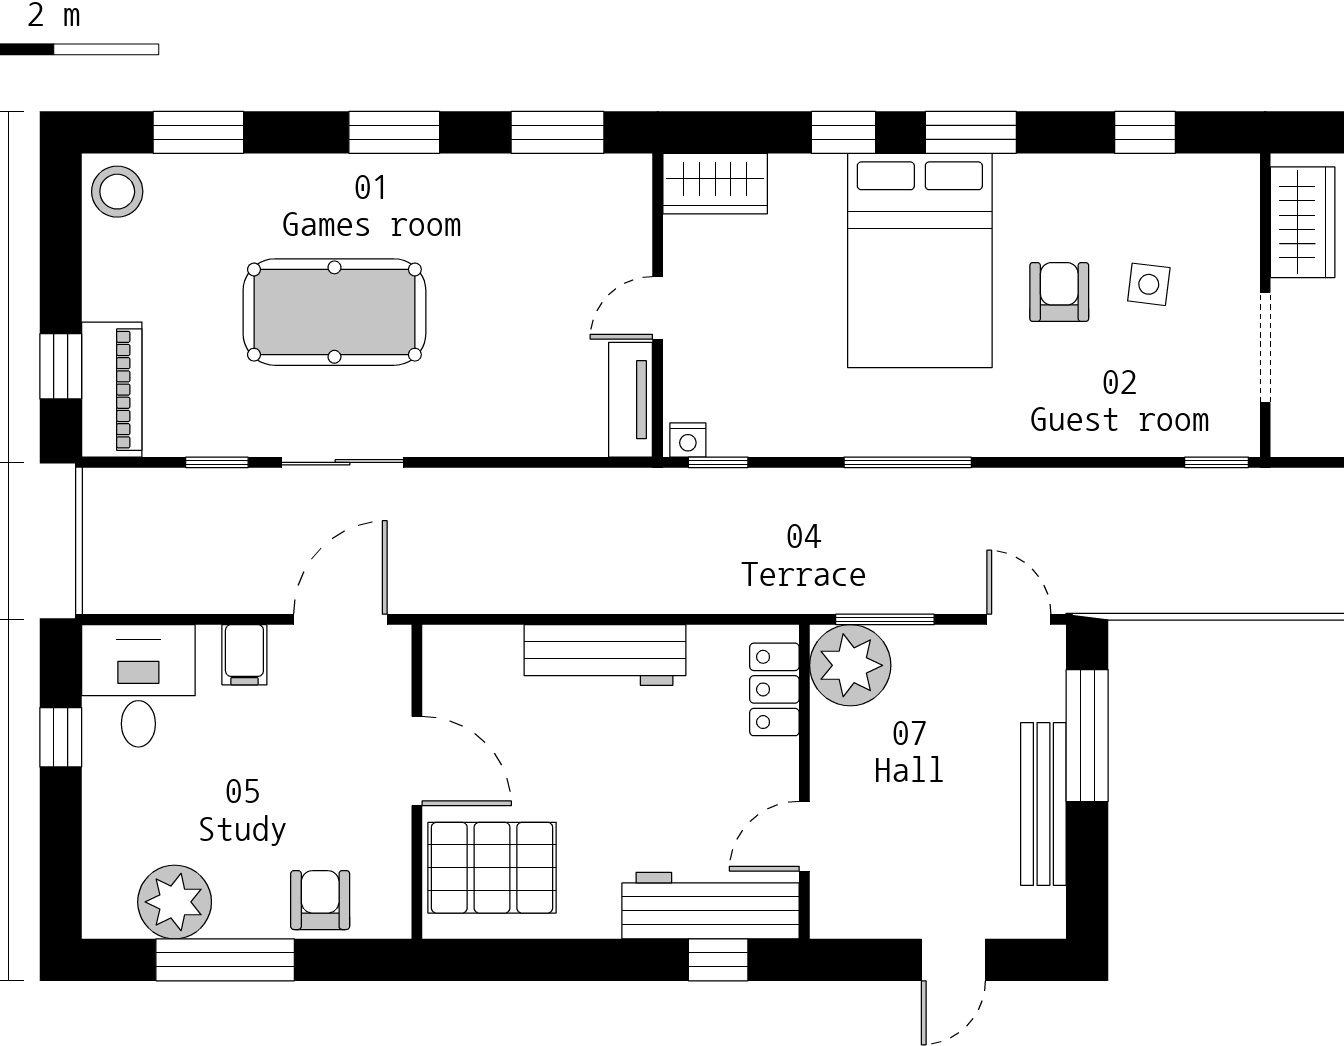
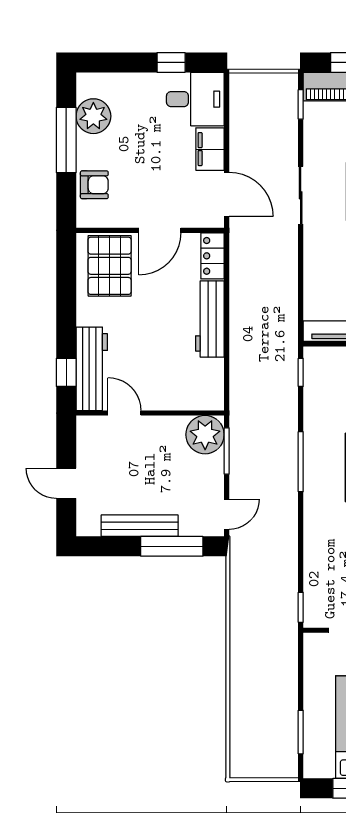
nightstand: (688, 440) -> (311, 358), removed
window: (217, 462) -> (301, 104), moved
filing cabinet: (244, 655) -> (210, 149), width x2.00
locker: (774, 689) -> (213, 256), moved, turned -90

